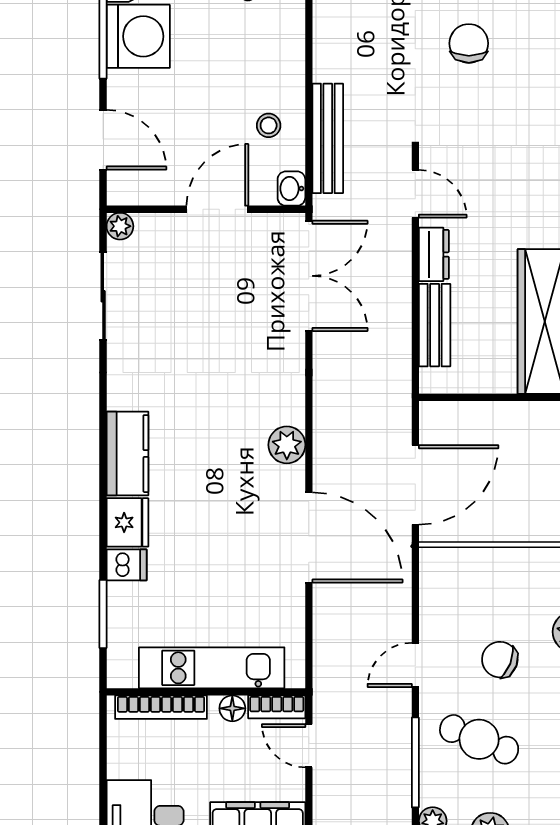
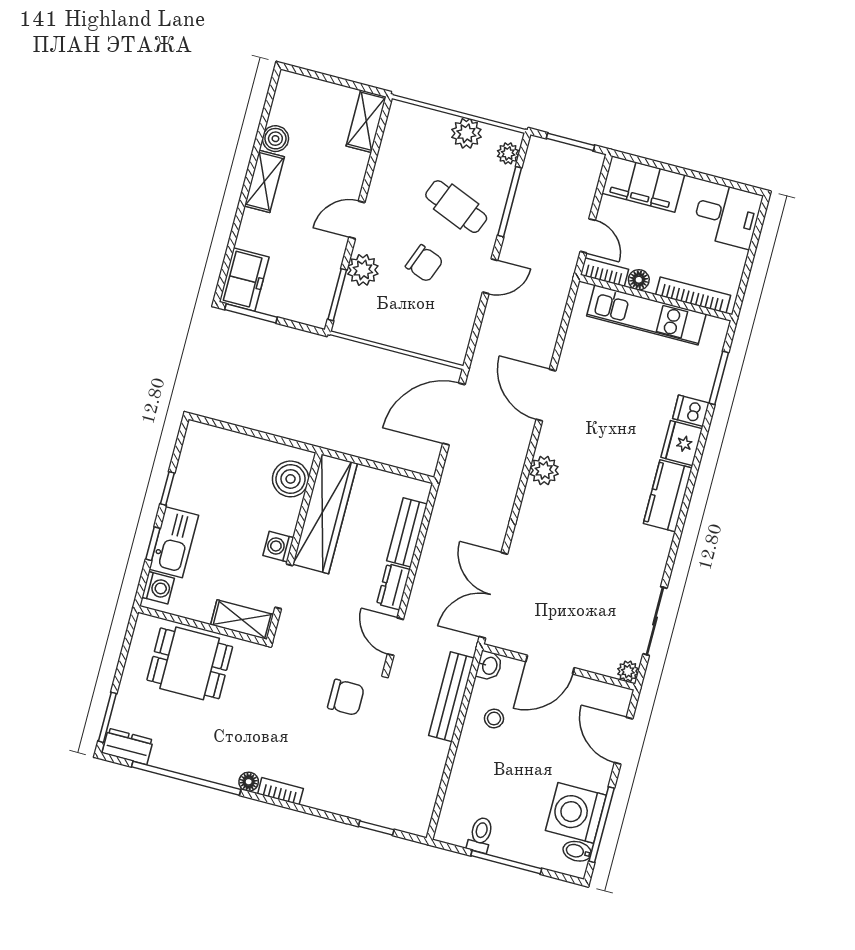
chair: (469, 43) -> (346, 697), moved, turned -90
door: (309, 538) -> (546, 395), width x0.73

